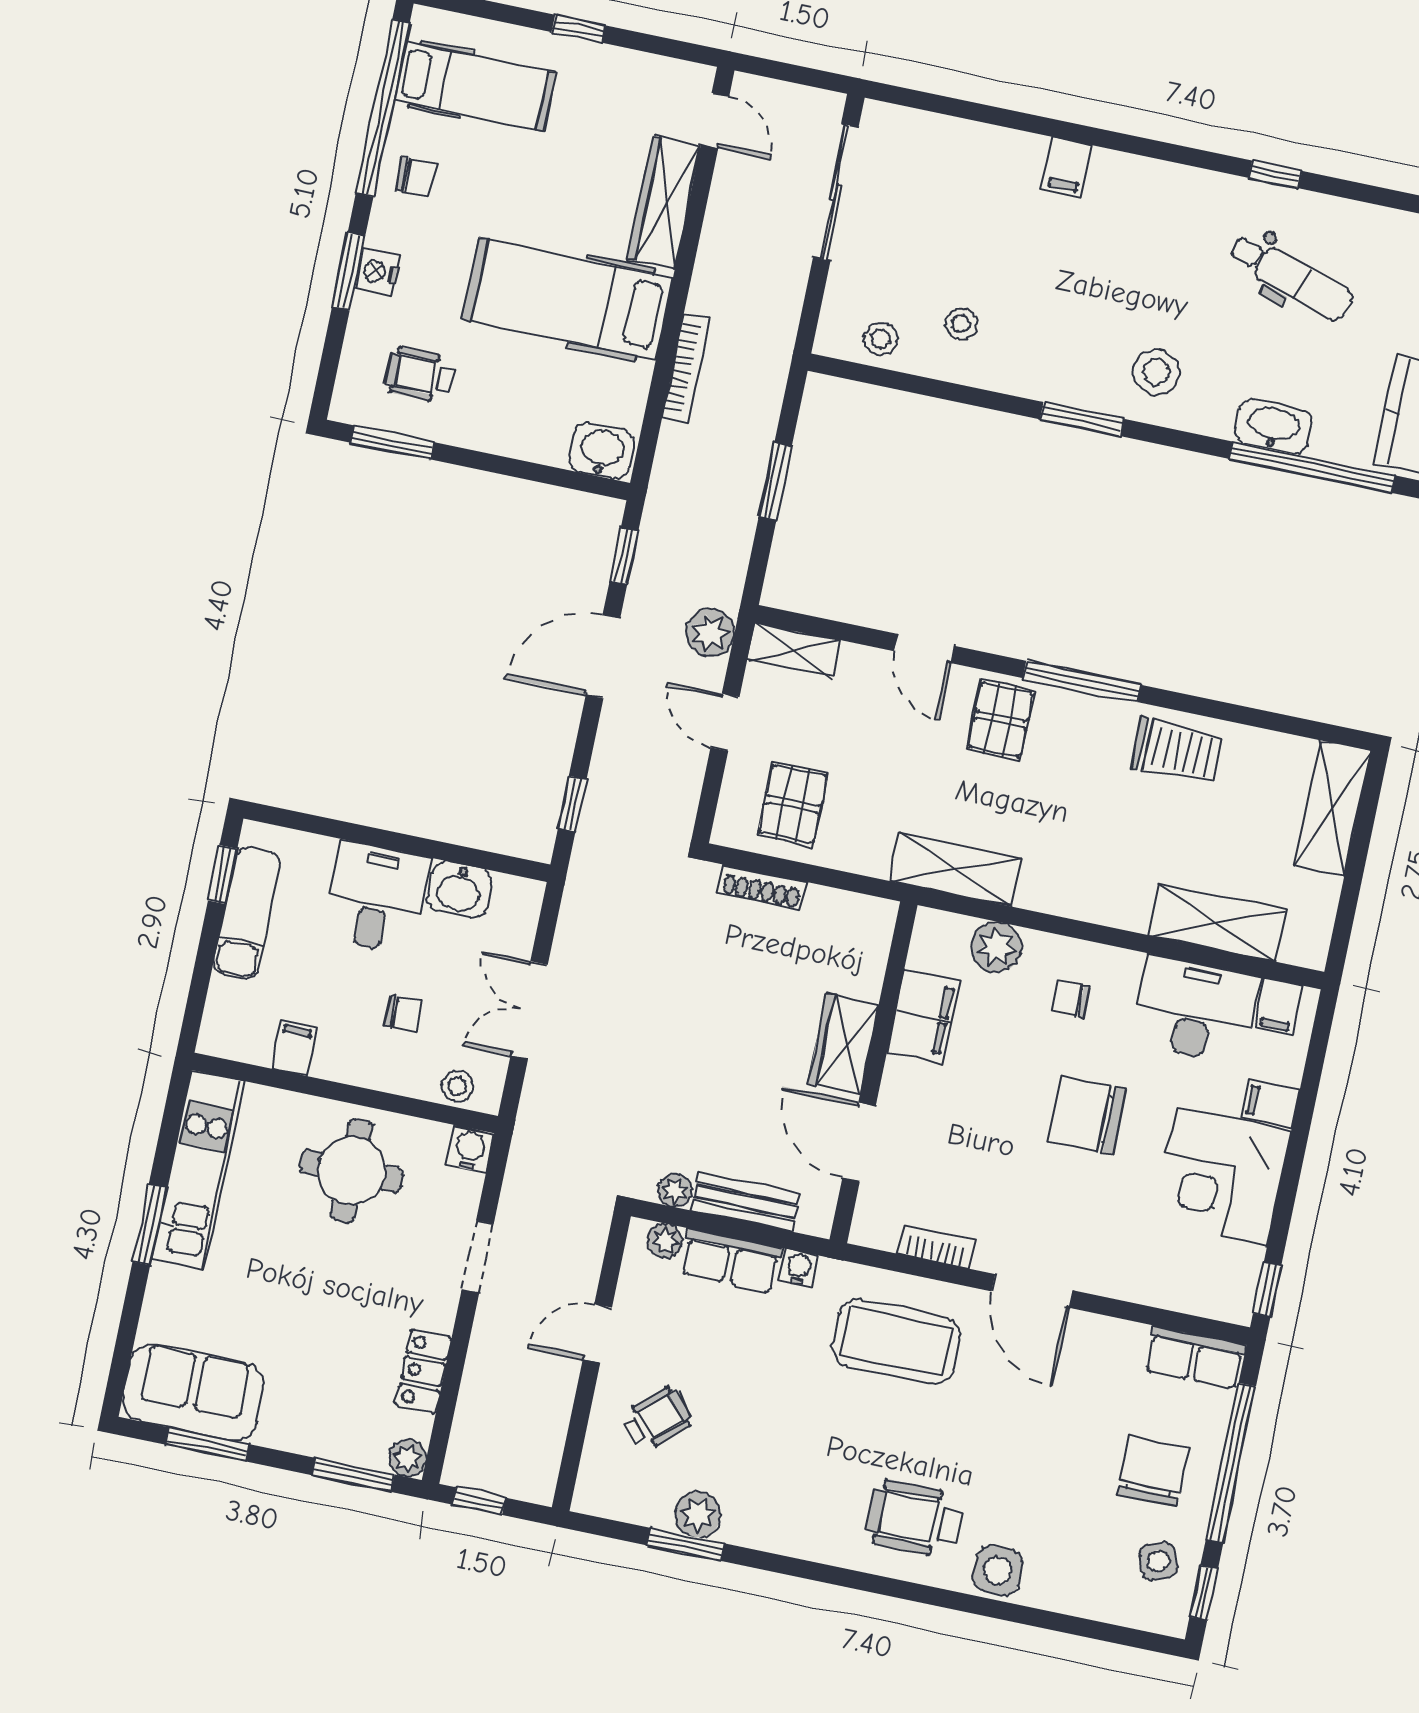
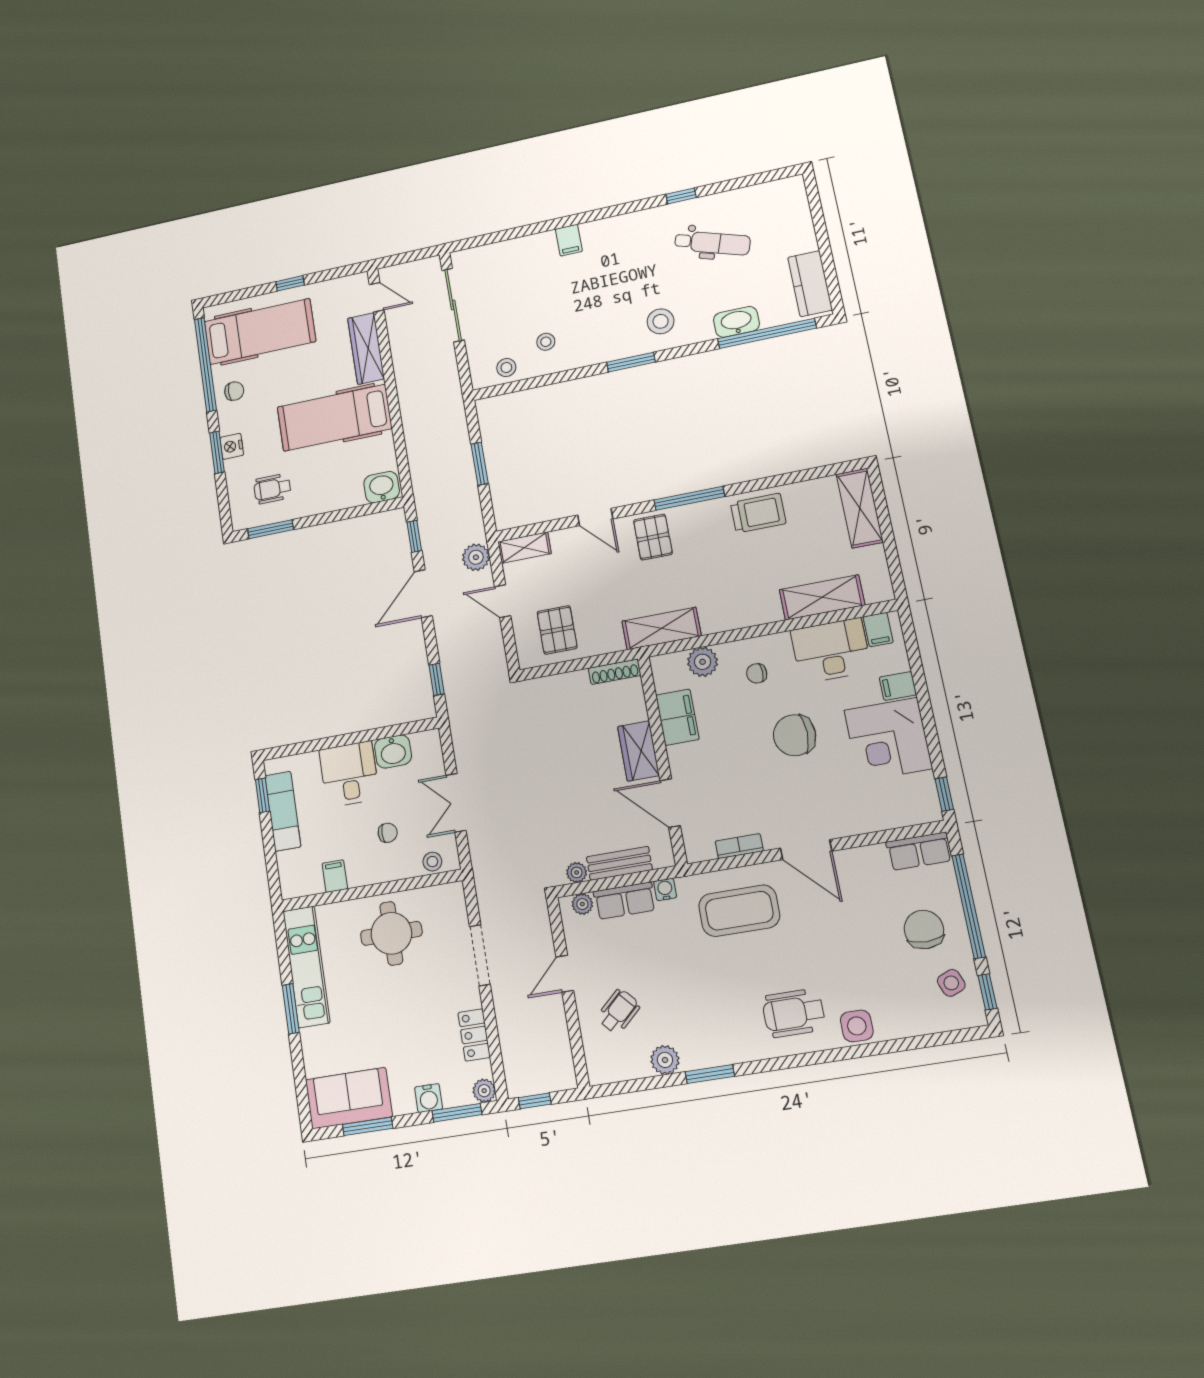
hospital bed: (475, 87) -> (260, 331), width x1.37, depth x1.29
bookcase: (686, 368) -> (410, 426), removed
shoe rack: (762, 887) -> (615, 672), moved
water cooler: (470, 1149) -> (429, 1098), moved, turned 180
doorway: (478, 1257) -> (480, 955), width x1.38
window: (686, 1544) -> (710, 1074), moved

